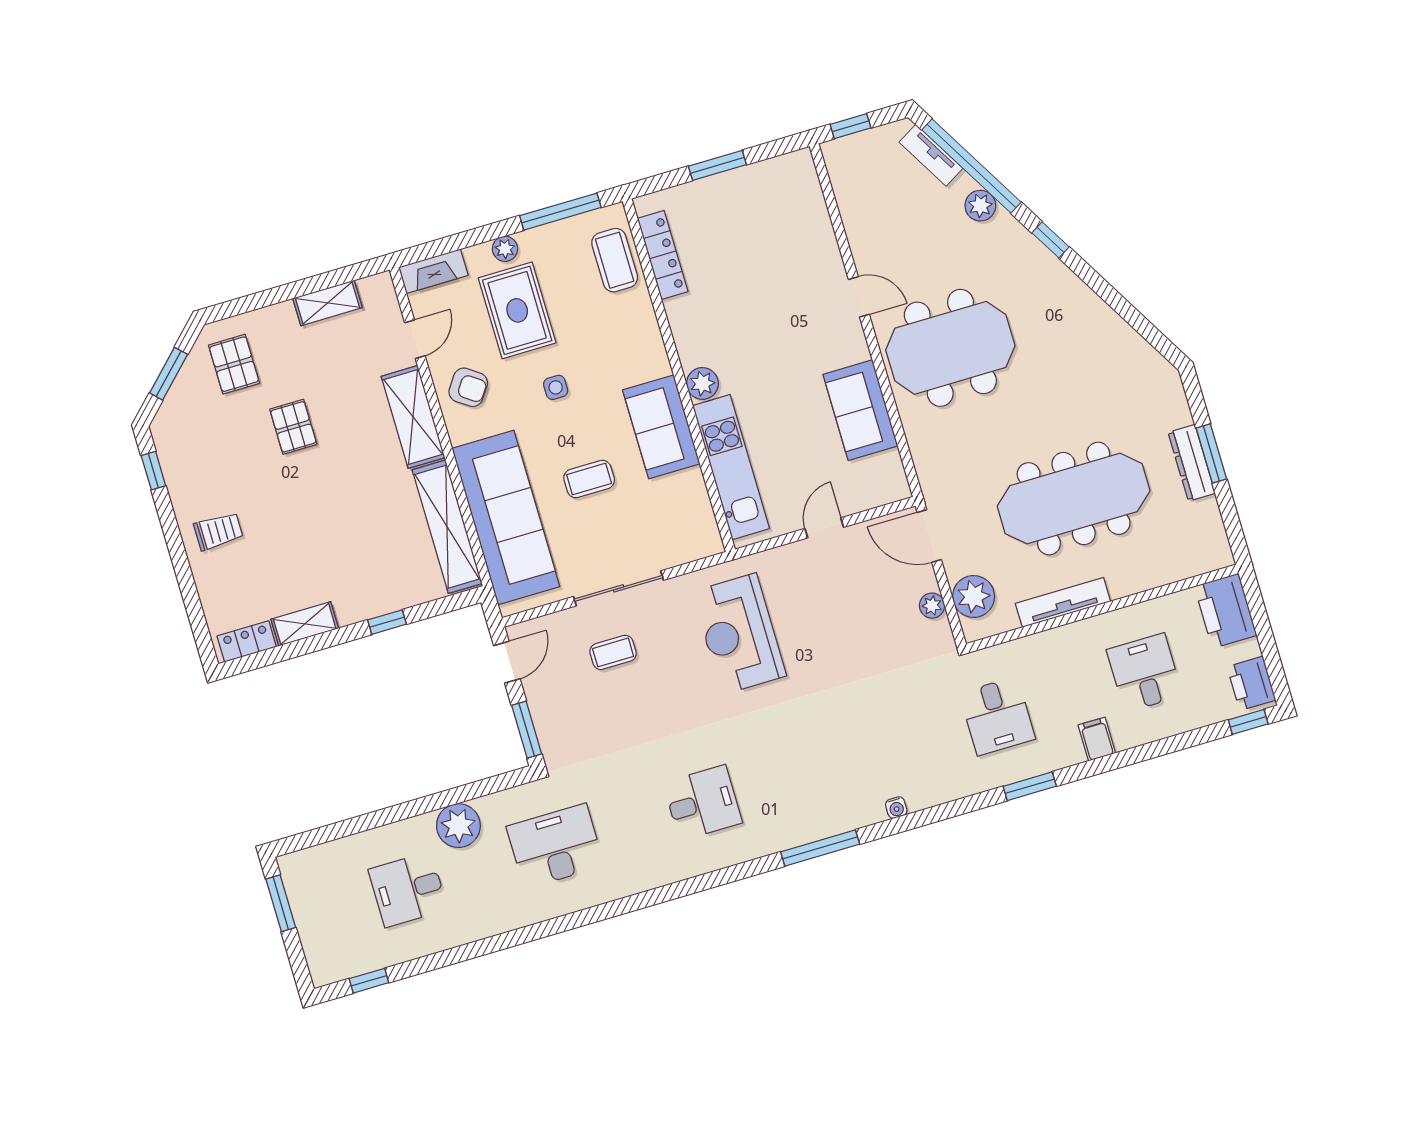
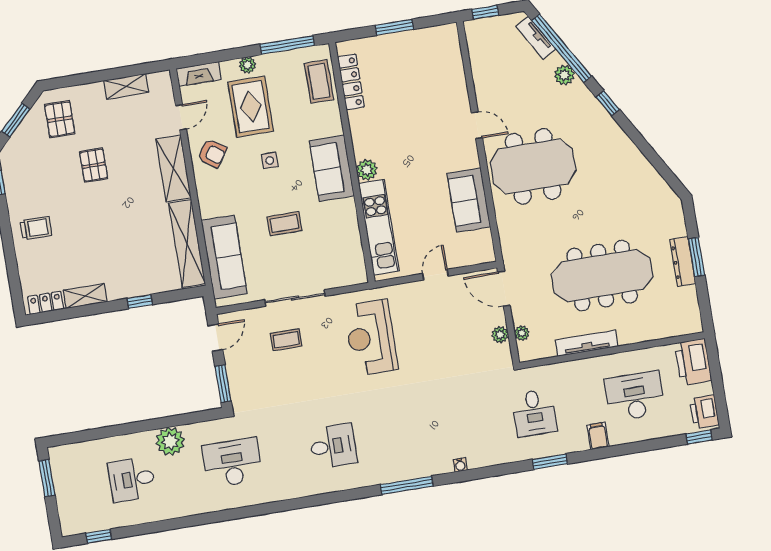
sofa: (661, 427) -> (332, 168), moved
sofa: (506, 517) -> (224, 257), width x0.74, depth x0.79
plant: (974, 596) -> (522, 333), width x0.53, depth x0.53
desk: (1145, 673) -> (635, 396), width x1.37

